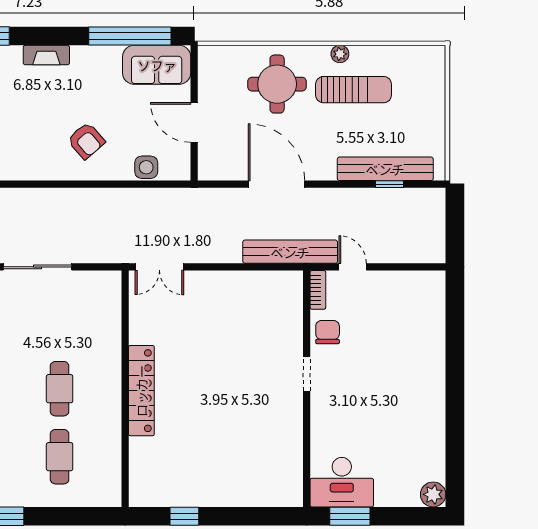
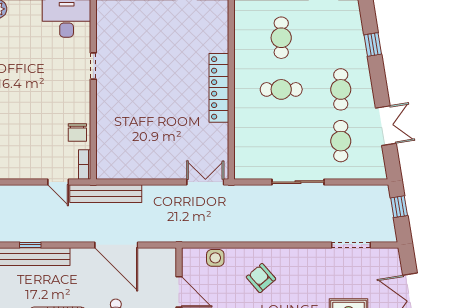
doorway: (307, 374) -> (93, 66), moved
cafe table: (60, 389) -> (281, 89), turned 90

